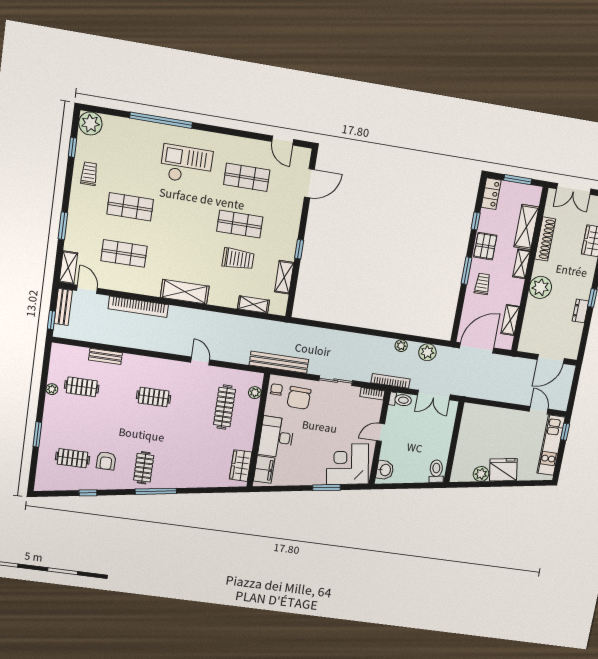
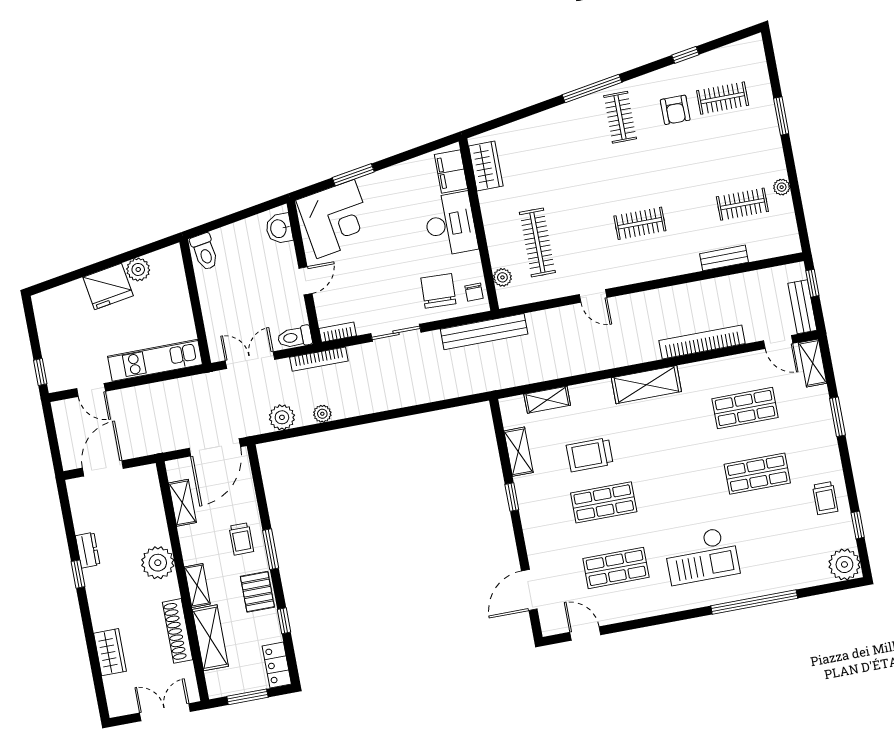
kitchen unit: (551, 445) -> (155, 360), moved, turned -90
armchair: (106, 461) -> (675, 110), turned 180

